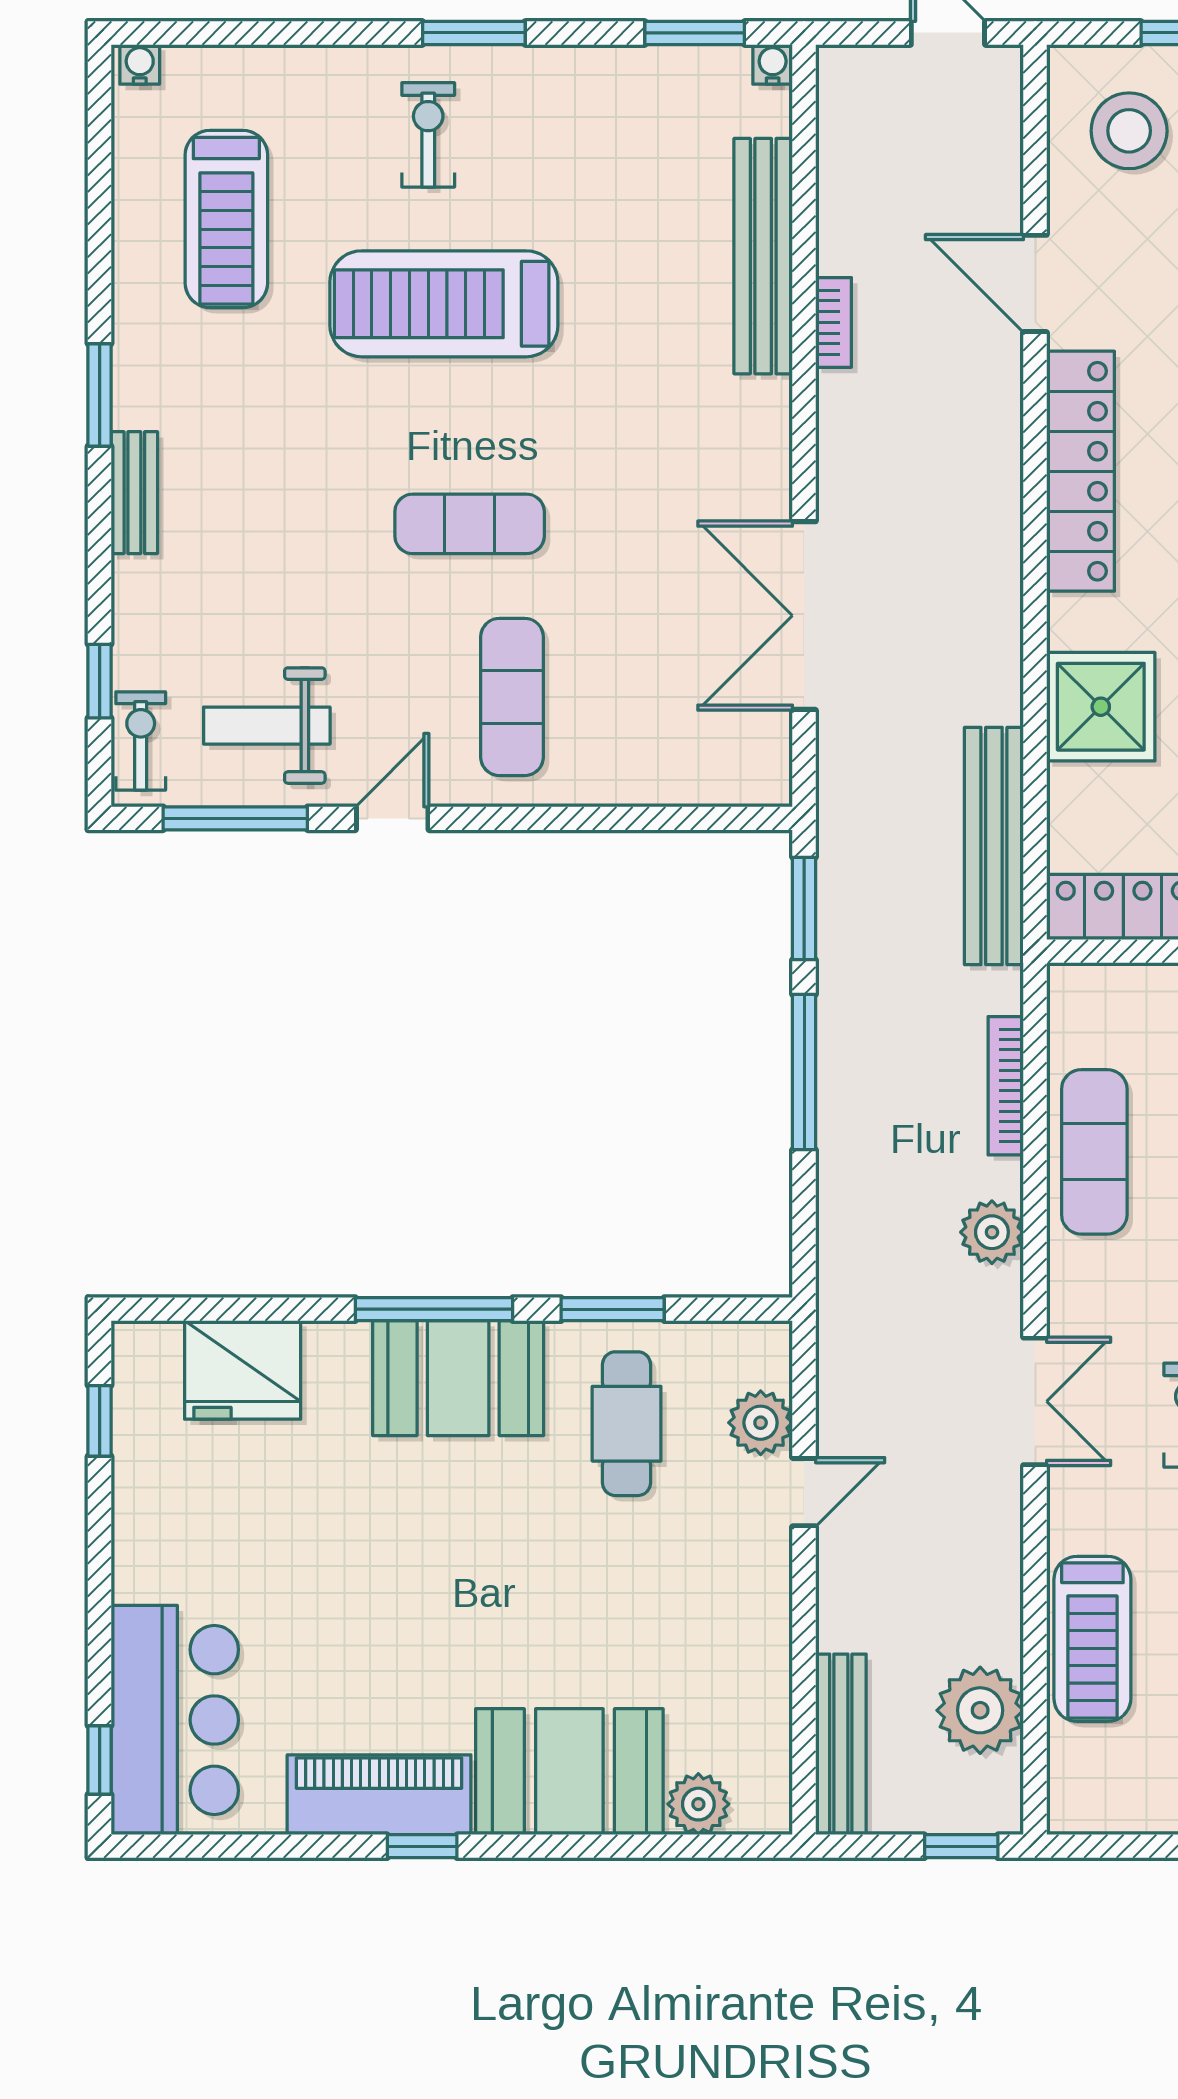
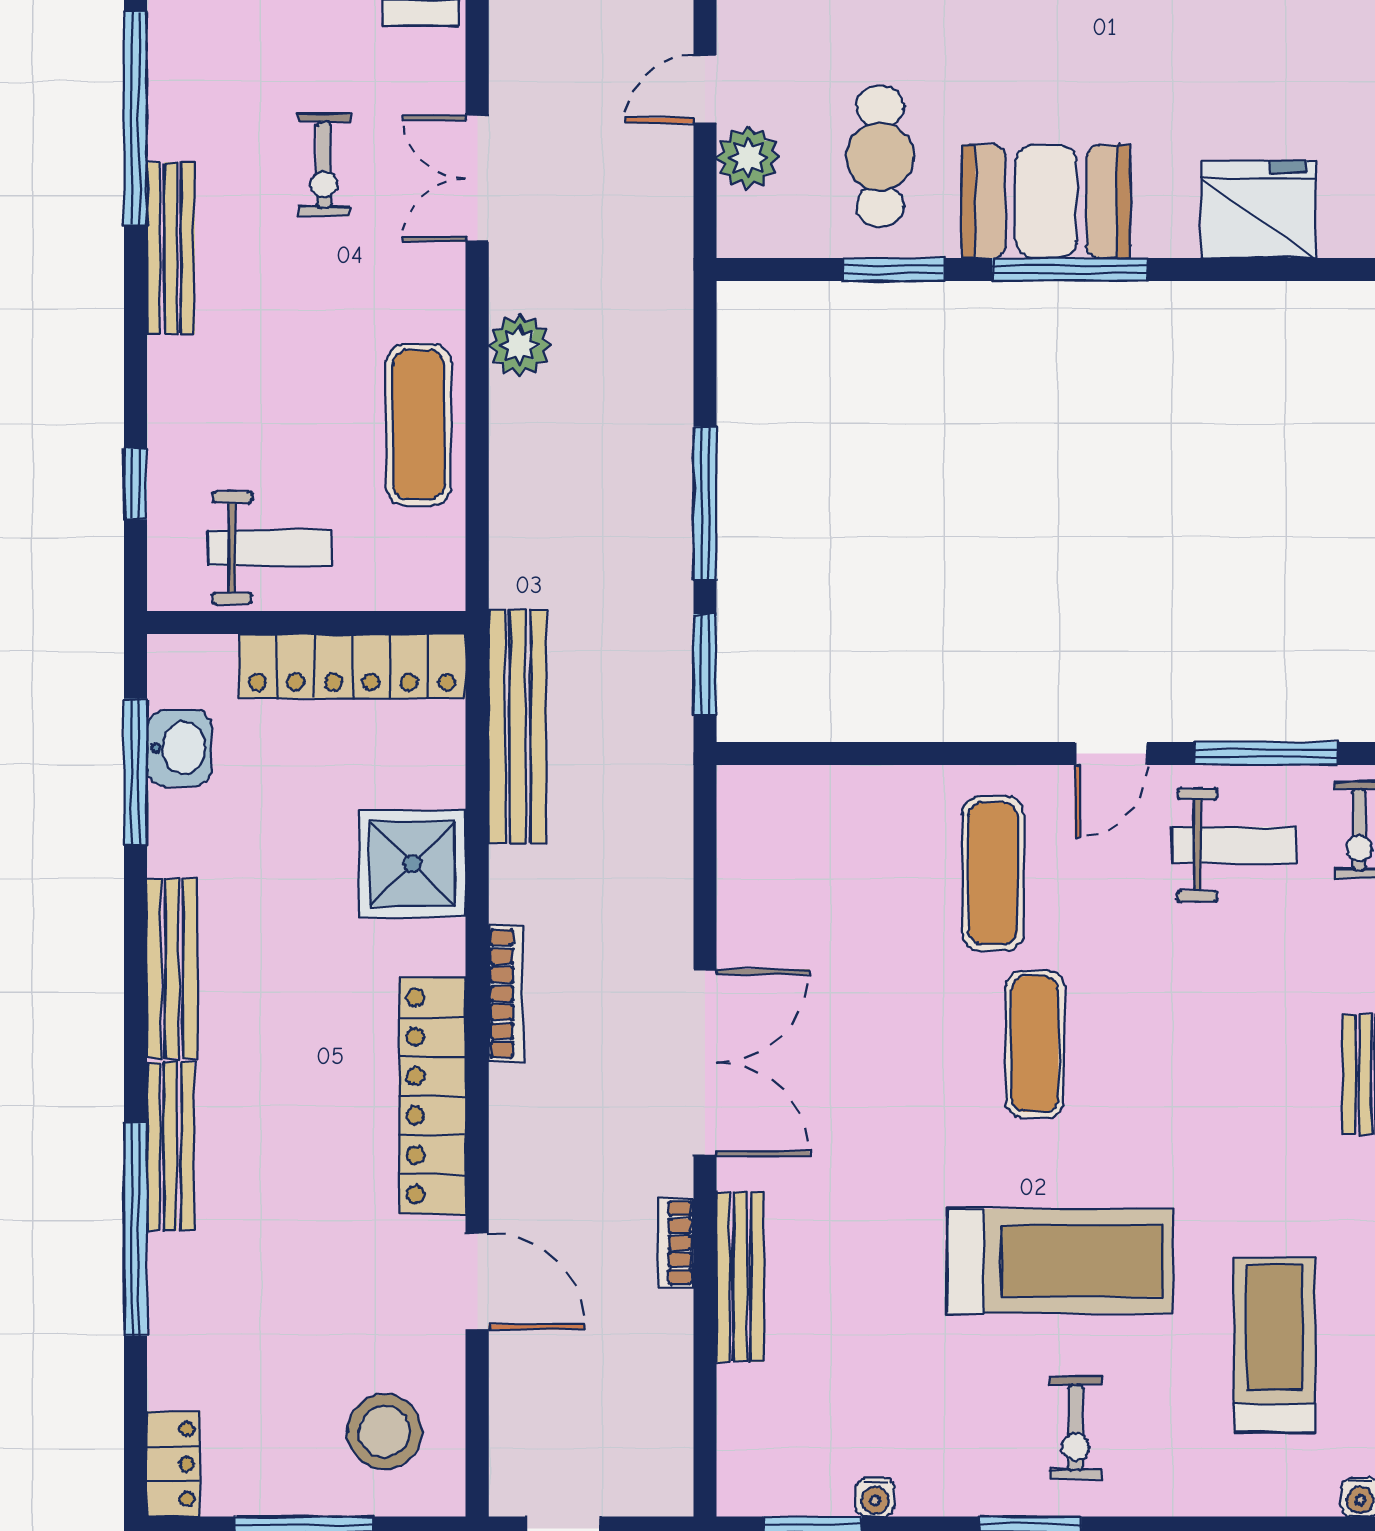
water cooler: (773, 64) -> (875, 1497), moved
bench: (763, 256) -> (740, 1277), width x0.73, depth x0.82
exercise mat: (470, 524) -> (1035, 1044), turned 90
double door: (804, 616) -> (705, 1062), moved
bookcase: (1006, 1086) -> (506, 994), moved

